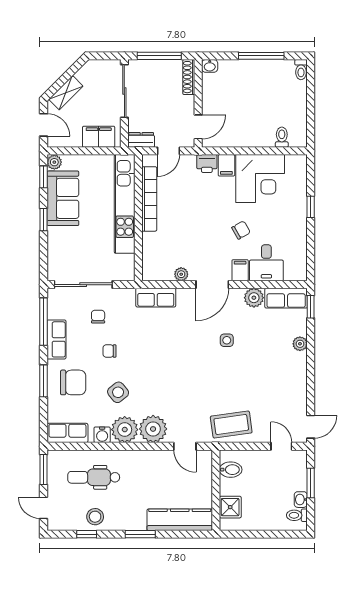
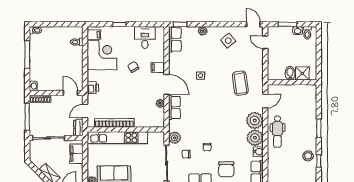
door: (168, 151) -> (85, 111), swing flipped
filing cabinet: (226, 165) -> (94, 35), moved
desk: (266, 263) -> (145, 38), moved, turned -90
row of seats: (156, 298) -> (174, 108), moved
plant: (254, 298) -> (175, 138), moved
chair: (73, 382) -> (226, 169), turned 180
side table: (118, 392) -> (228, 41), moved
coffee table: (231, 424) -> (240, 83), moved
door: (281, 446) -> (265, 42), hinge flipped
bidet: (231, 470) -> (290, 73), moved
dental chair: (94, 477) -> (278, 132), moved
kitchen counter: (180, 520) -> (310, 104), removed

